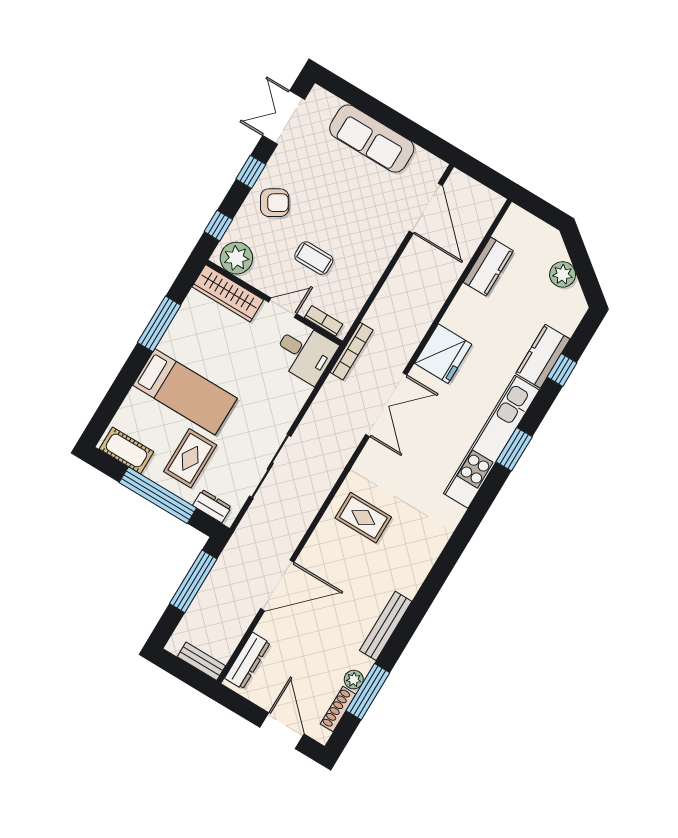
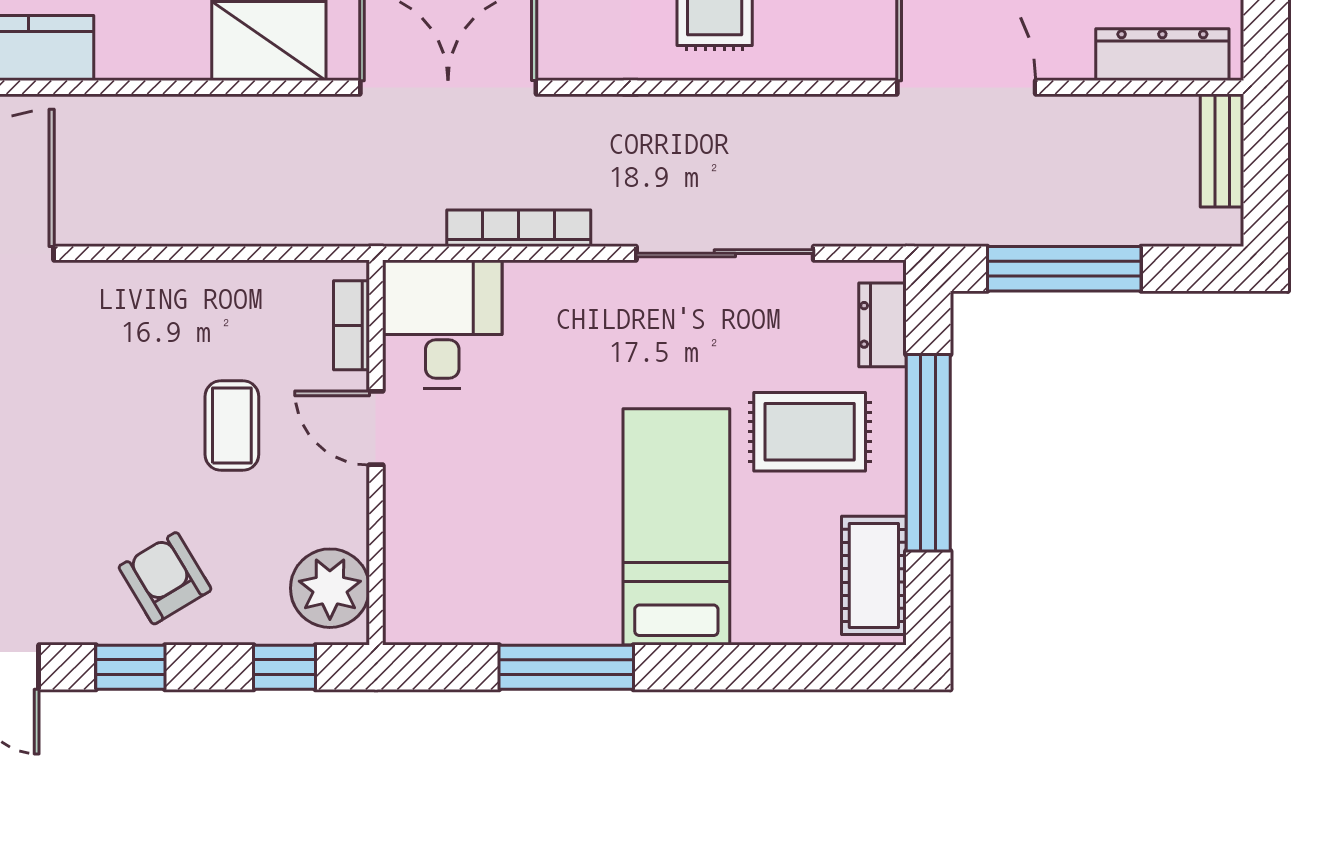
wardrobe: (228, 293) -> (415, 562), removed
bookcase: (352, 351) -> (519, 228), moved

